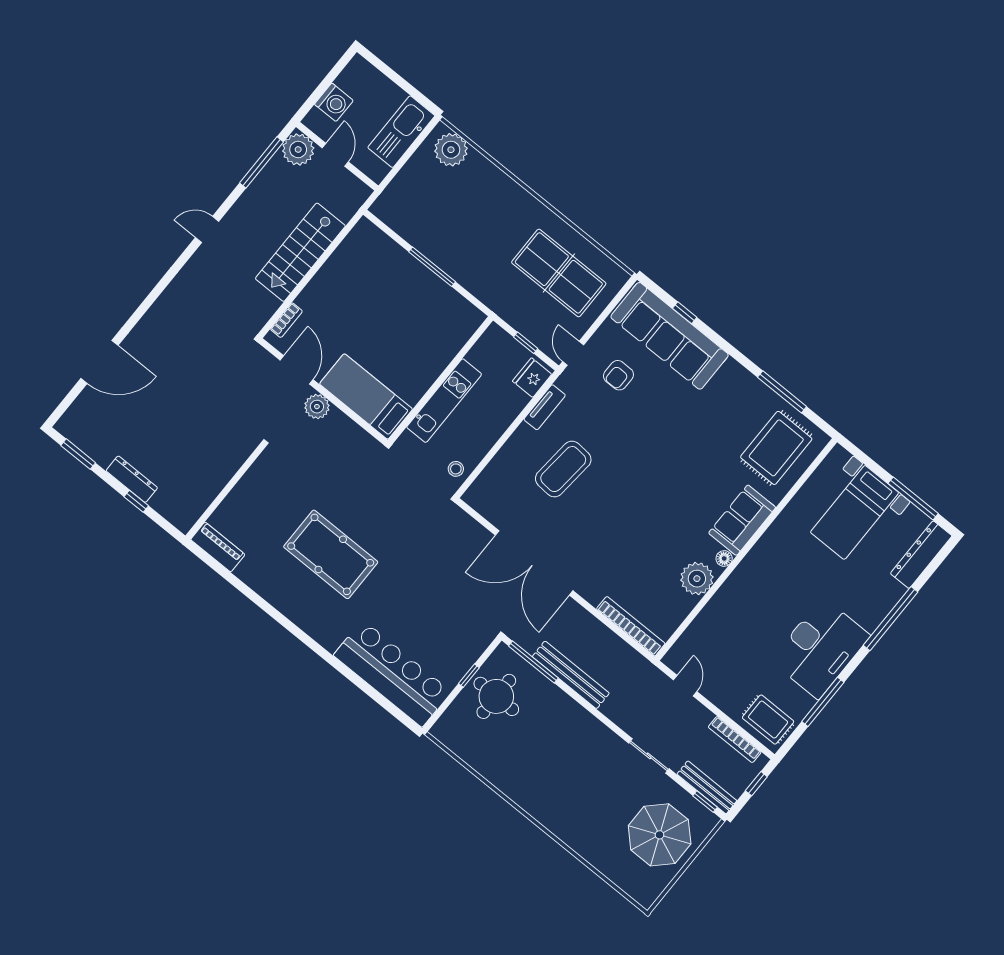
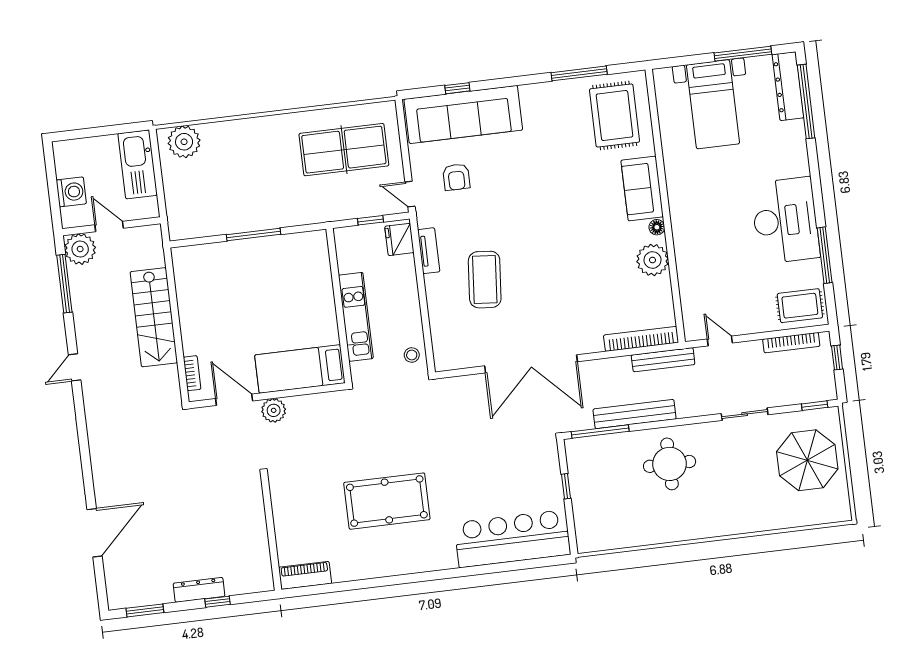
window: (891, 619) -> (806, 101), moved
round table: (496, 696) -> (670, 464), moved
bench: (707, 787) -> (663, 360), moved

